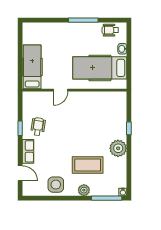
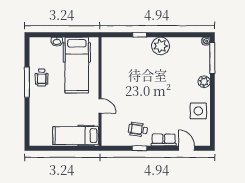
wheelchair: (110, 30) -> (42, 77), moved
coffee table: (88, 165) -> (178, 78), removed
door: (20, 173) -> (187, 148), hinge flipped

